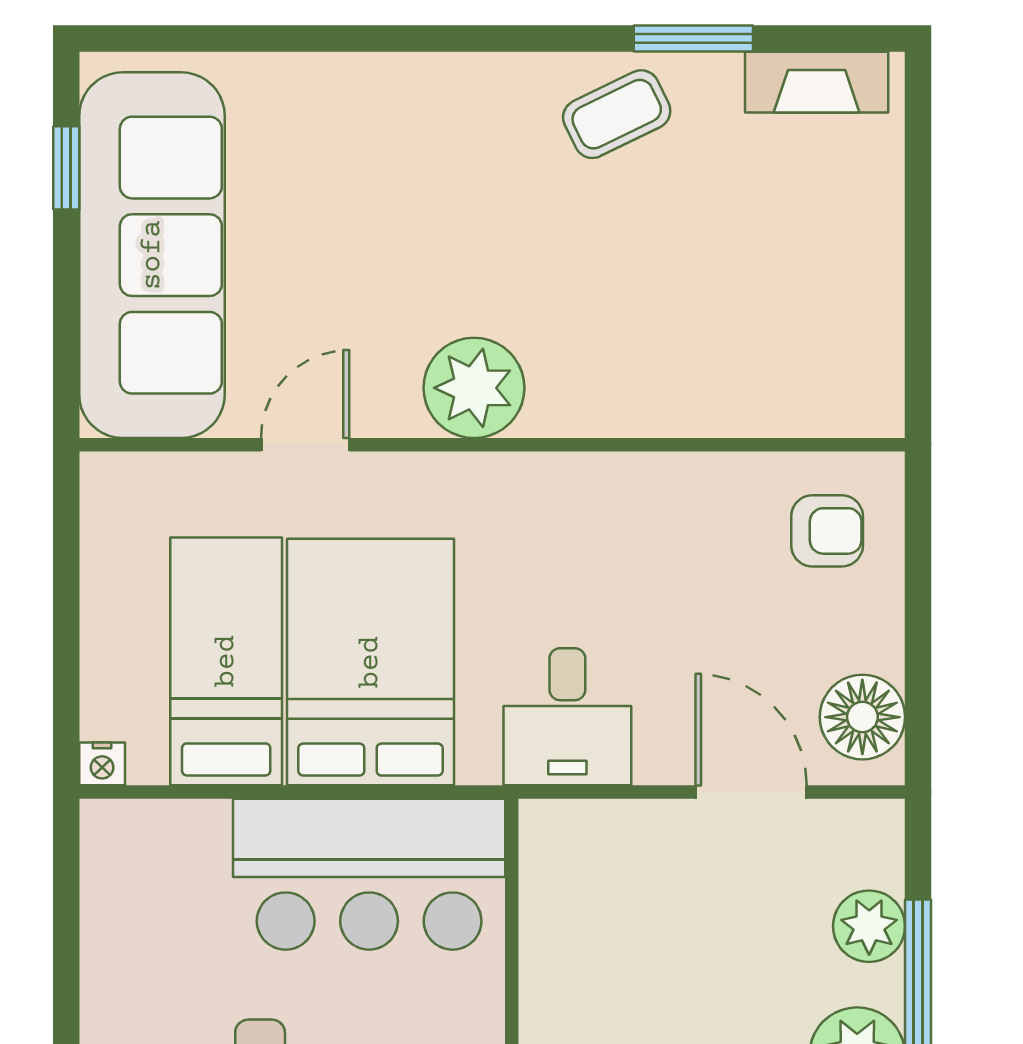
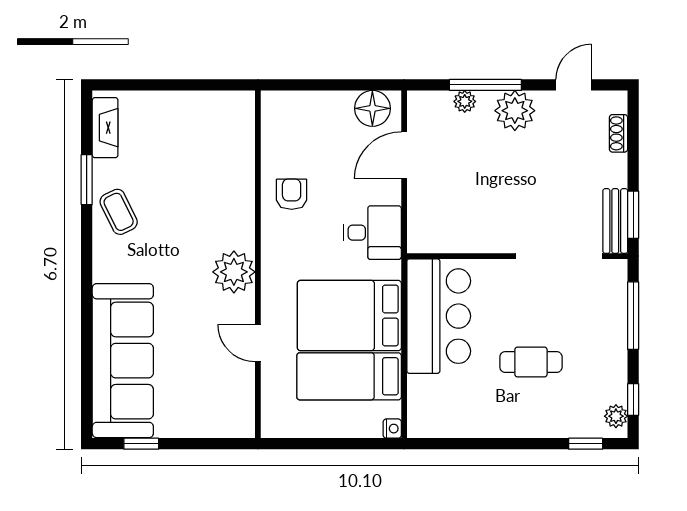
sofa: (152, 255) -> (123, 361), moved, turned 90
armchair: (827, 531) -> (292, 194), moved
plant: (869, 926) -> (465, 101), width x0.73, depth x0.73

